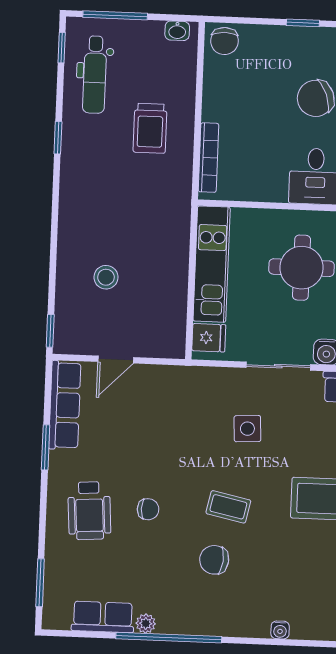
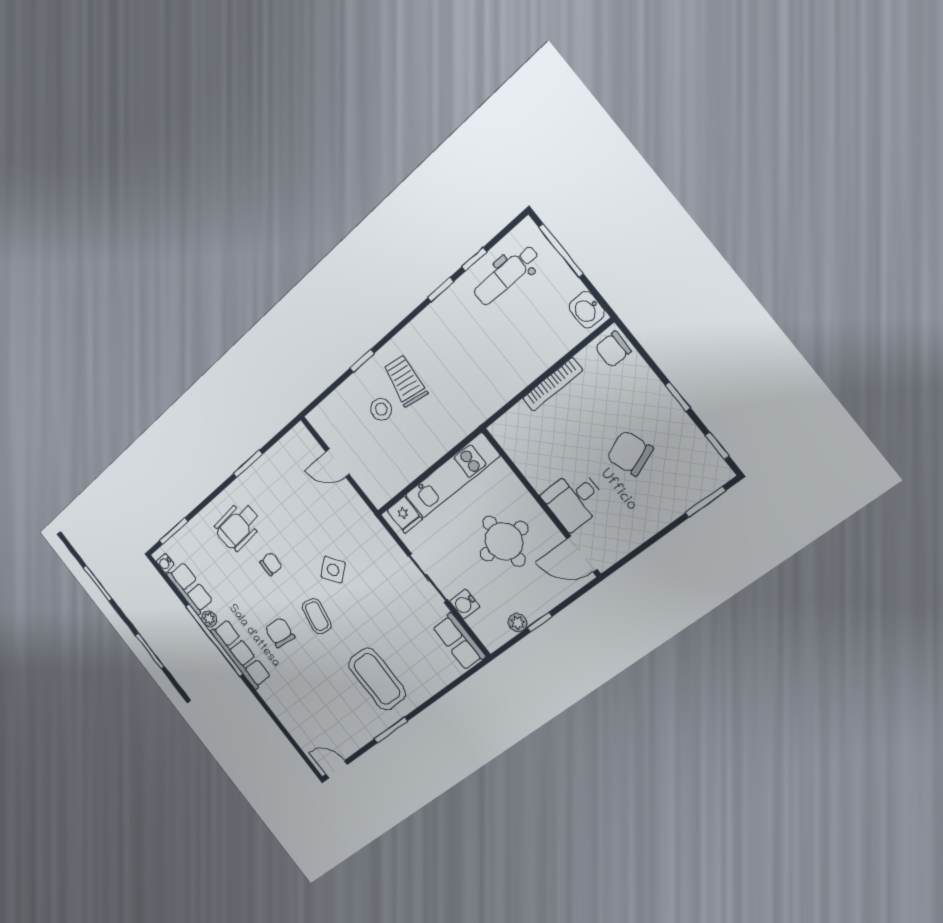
washbasin: (177, 31) -> (587, 310), width x1.38, depth x1.45
window: (62, 48) -> (474, 259), moved
trolley: (150, 128) -> (405, 381), moved, turned 99
bookcase: (208, 158) -> (553, 384), moved
window: (50, 331) -> (362, 361), moved
row of seats: (65, 405) -> (241, 654), moved, turned -90
side table: (247, 429) -> (333, 570), moved, turned -34
chair: (148, 509) -> (271, 564), turned -90
water cooler: (280, 630) -> (165, 563), moved

